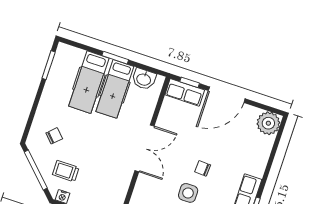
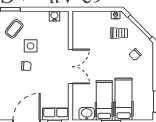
double door: (145, 148) -> (70, 67), swing flipped

